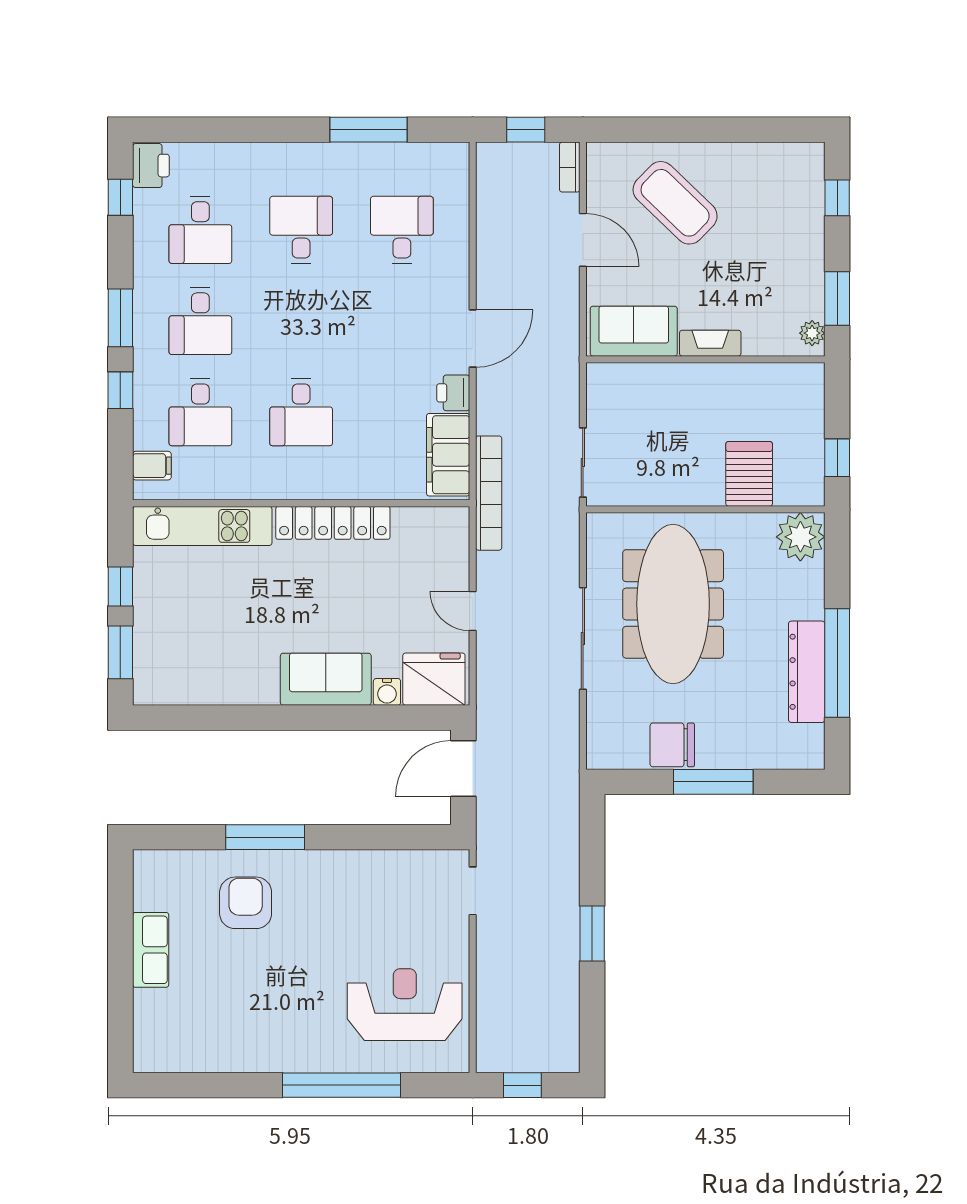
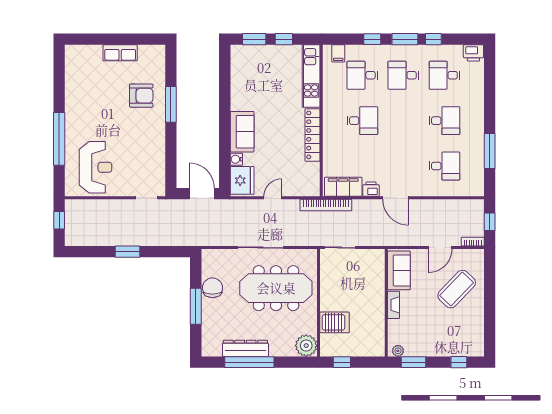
window: (120, 197) -> (433, 39), moved
desk: (301, 412) -> (362, 121), turned 180

